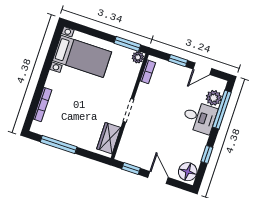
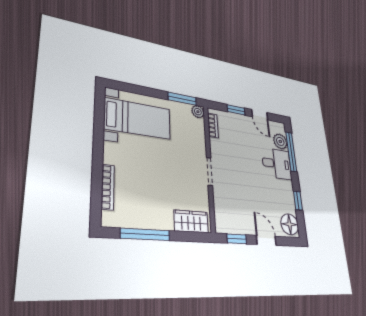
door: (202, 69) -> (260, 115), hinge flipped
wardrobe: (109, 138) -> (191, 221), moved, turned 90

